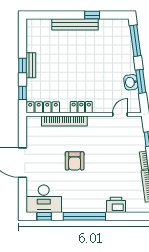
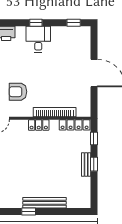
armchair: (75, 161) -> (18, 92), moved, turned -90
desk: (44, 199) -> (38, 39), moved, width x0.73
window: (84, 216) -> (36, 23), width x0.32

